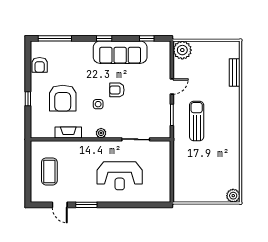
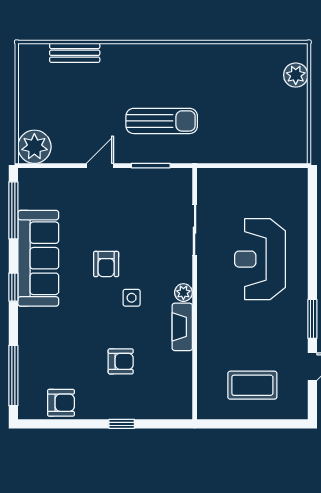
window: (147, 38) -> (13, 210), width x2.17
door: (172, 87) -> (100, 166), hinge flipped
armchair: (63, 98) -> (121, 361), width x0.53, depth x0.53
sun lounger: (197, 121) -> (162, 121), turned 180
fireplace: (68, 132) -> (182, 327), moved
reception desk: (120, 176) -> (260, 259), turned 180
plant: (233, 196) -> (296, 75), moved

